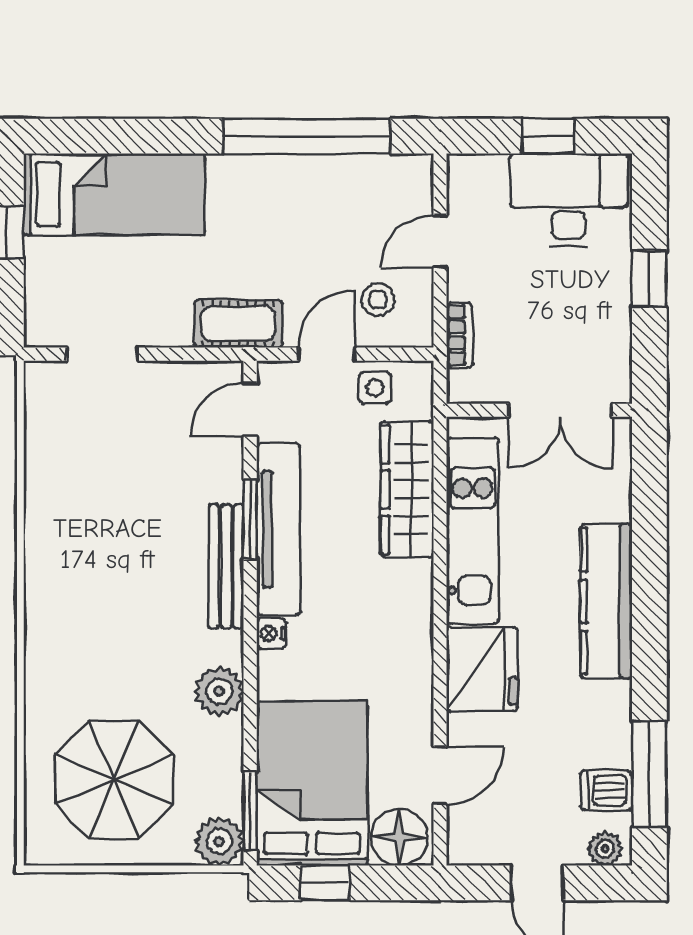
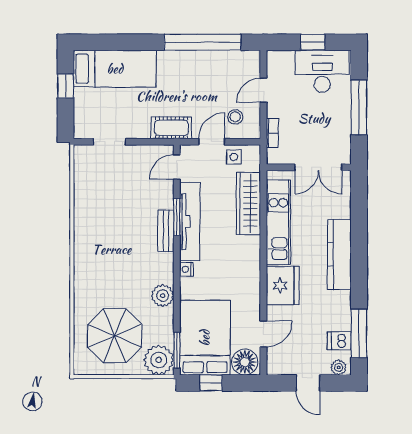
window: (649, 279) -> (359, 107), width x2.17
bench: (226, 566) -> (166, 231), width x0.73
plant: (219, 841) -> (159, 360), width x1.36, depth x1.36

